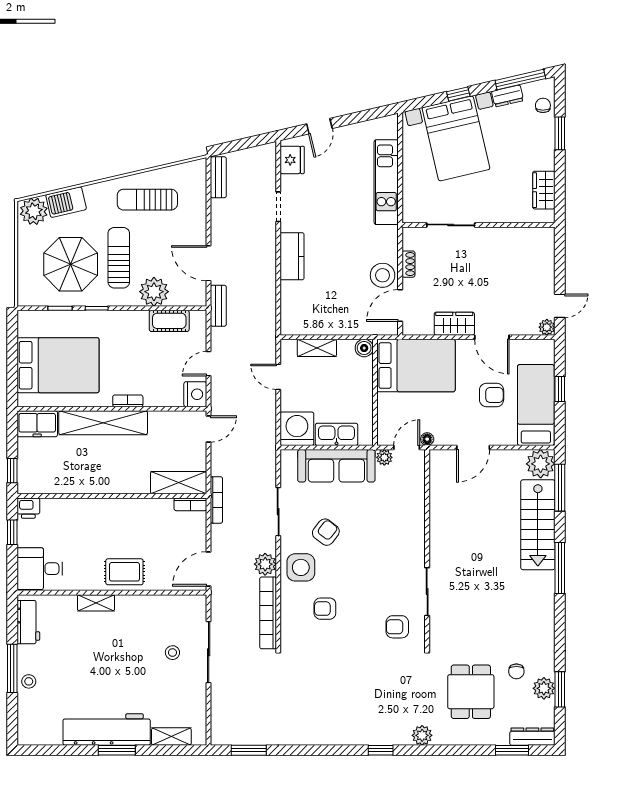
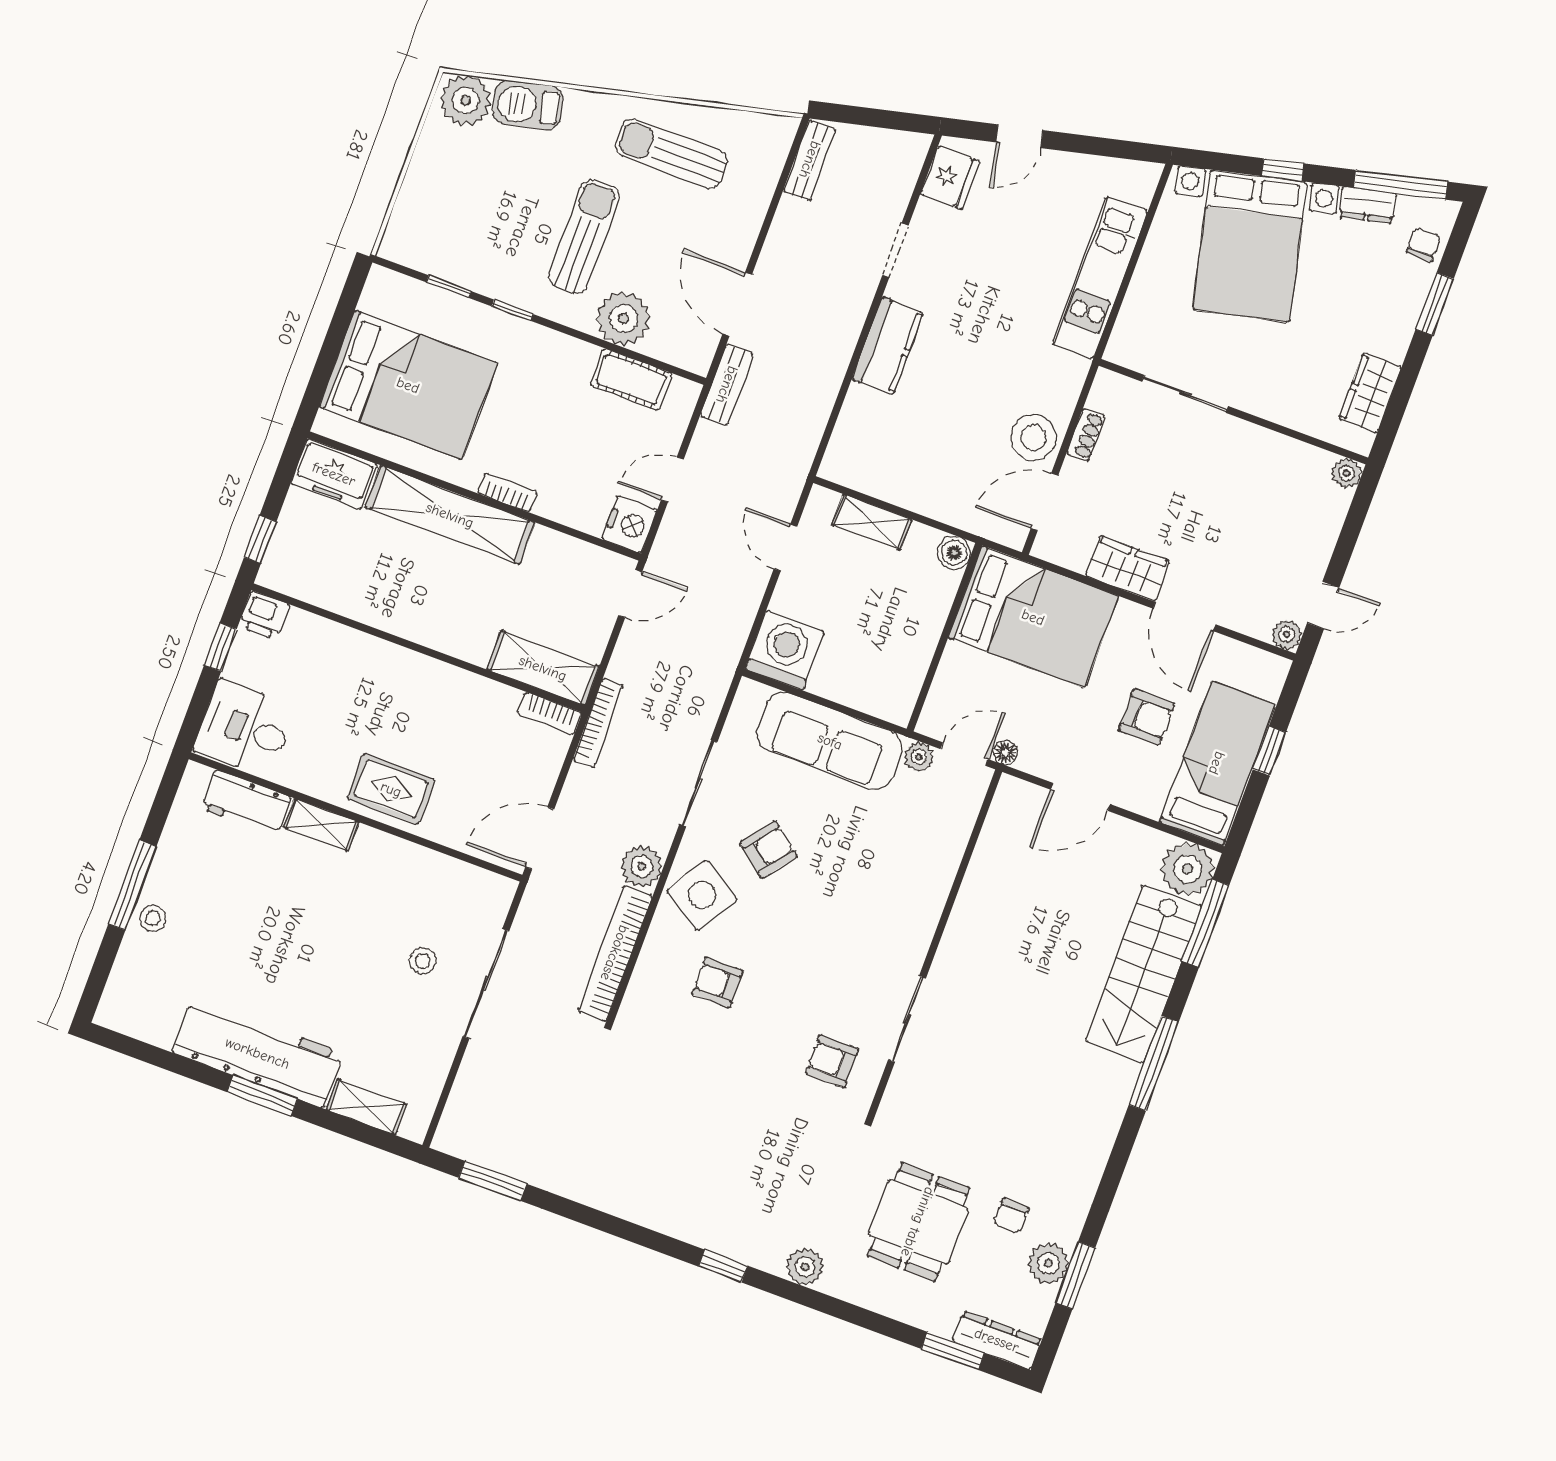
plant: (547, 235) -> (1347, 473), added
parasol: (71, 264) -> (496, 217), removed
kitchen sink: (336, 434) -> (850, 686), removed
side table: (301, 567) -> (702, 895), turned 32
workbench: (28, 622) -> (246, 803), moved, turned 90

